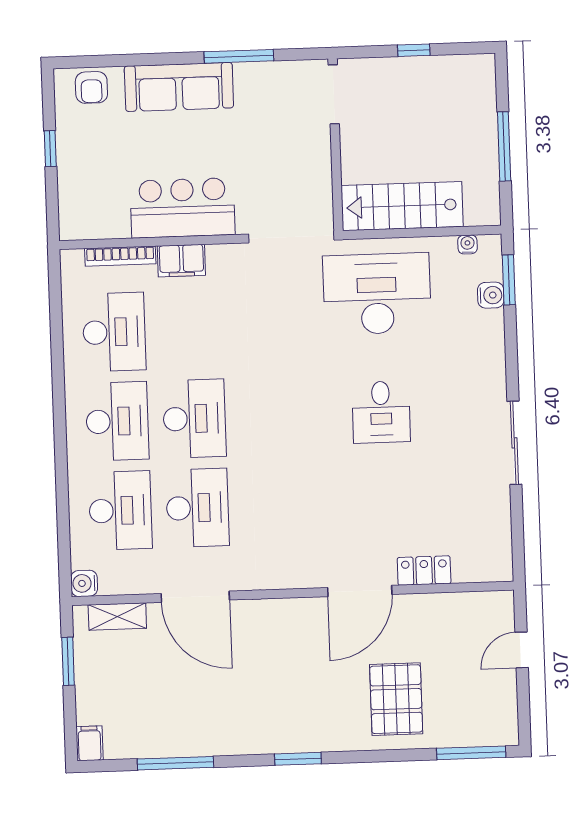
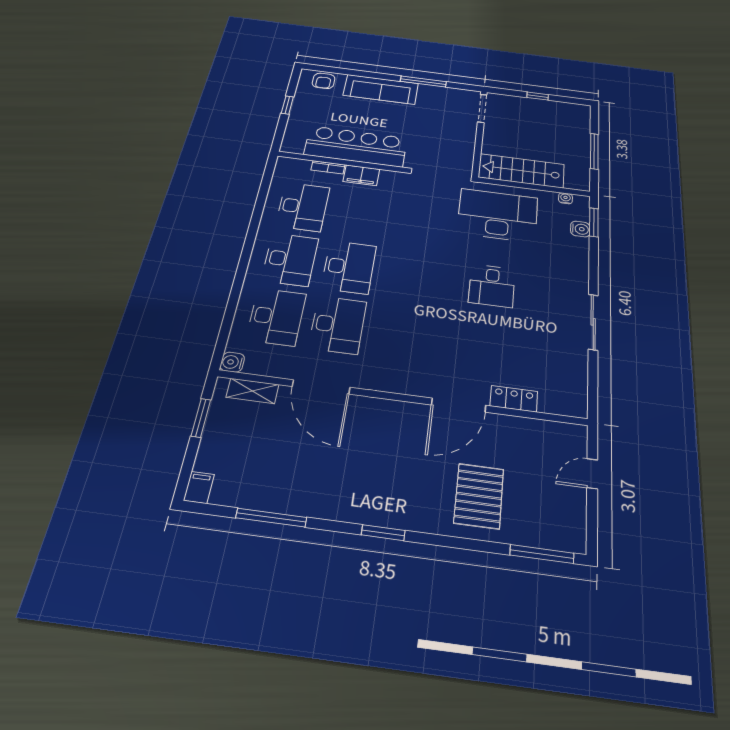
bar counter: (183, 208) -> (356, 146), width x1.36
bookcase: (120, 256) -> (328, 167), width x0.64

